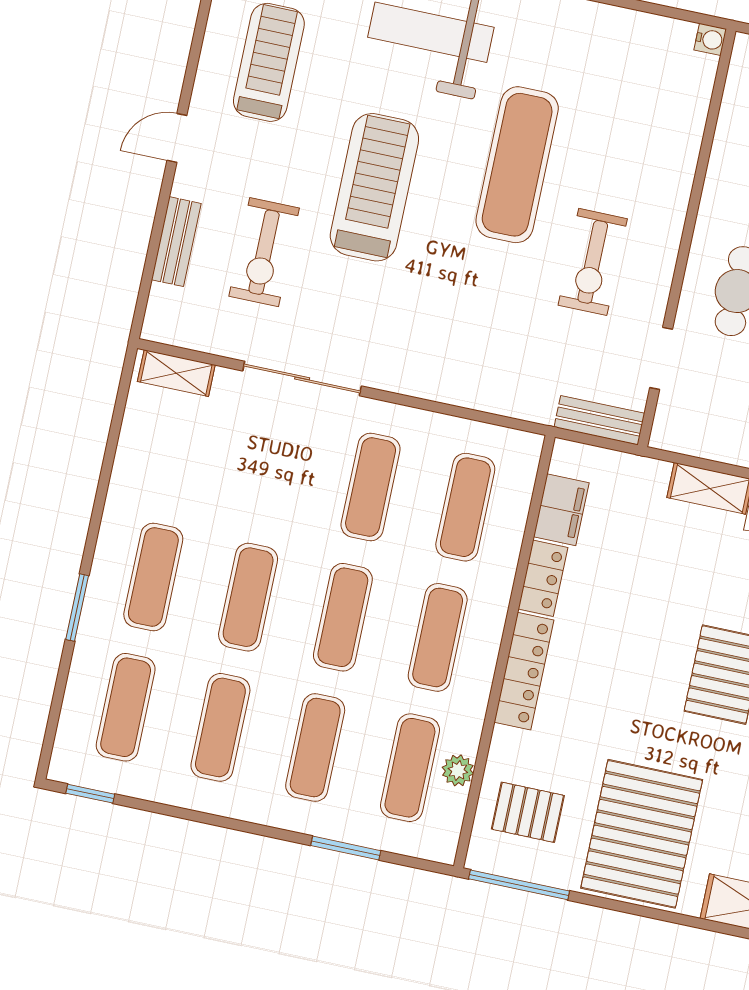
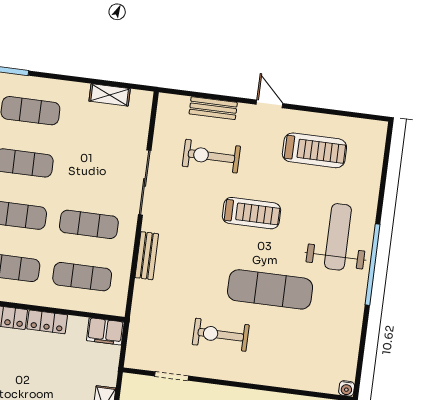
treadmill: (374, 187) -> (251, 213), width x0.73, depth x0.73
shelving: (176, 373) -> (110, 95), moved, turned 90
bench: (599, 420) -> (147, 256), moved
filing cabinet: (561, 510) -> (105, 331), moved

